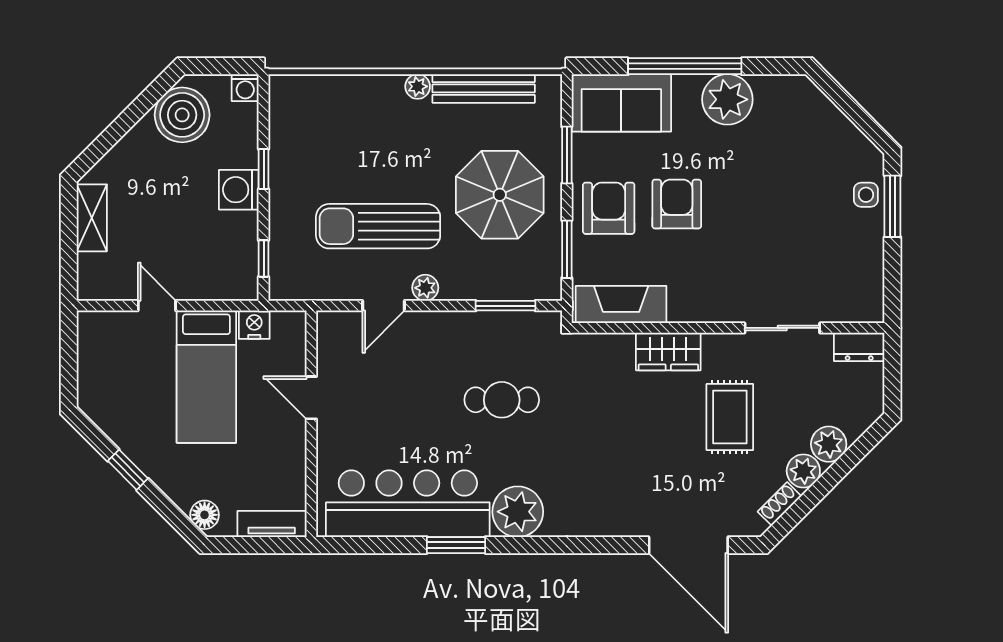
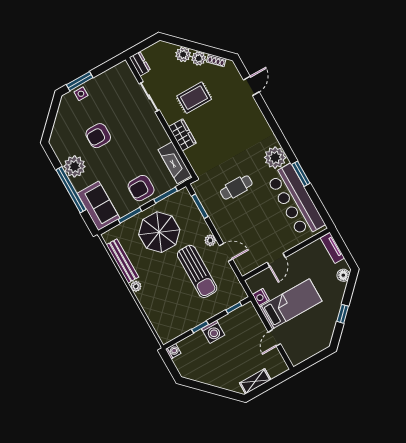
boiler: (182, 115) -> (197, 369), removed
armchair: (677, 204) -> (98, 136), moved
cafe table: (502, 400) -> (236, 188), turned 90
door: (688, 545) -> (251, 86), width x0.53

